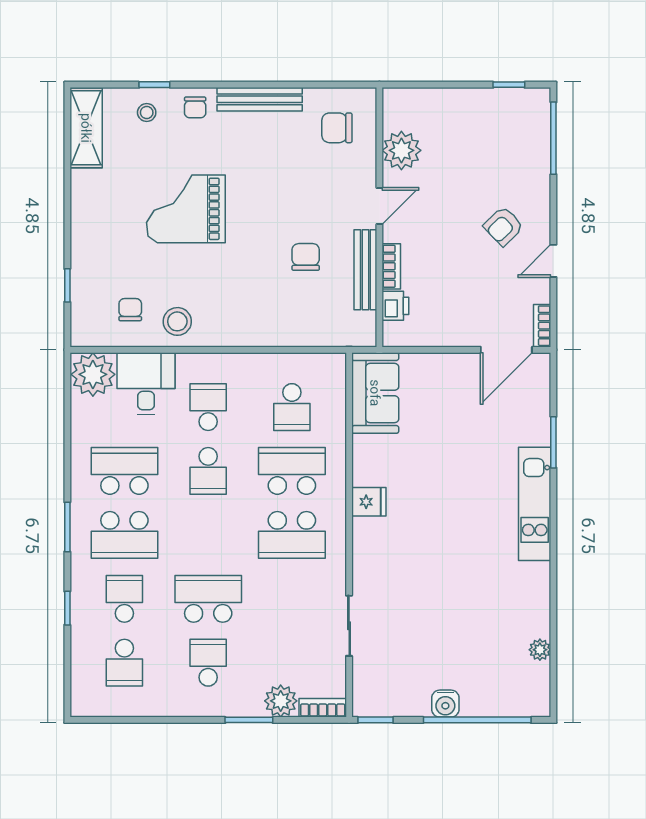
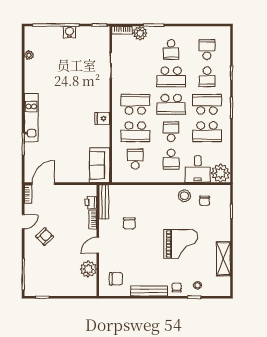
shelving: (86, 128) -> (223, 259), moved
bench: (365, 270) -> (104, 202), moved
school desk: (208, 535) -> (171, 104), added

